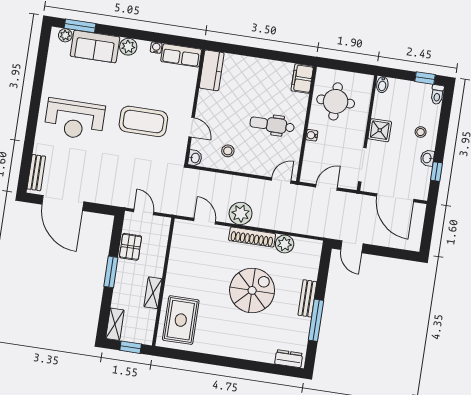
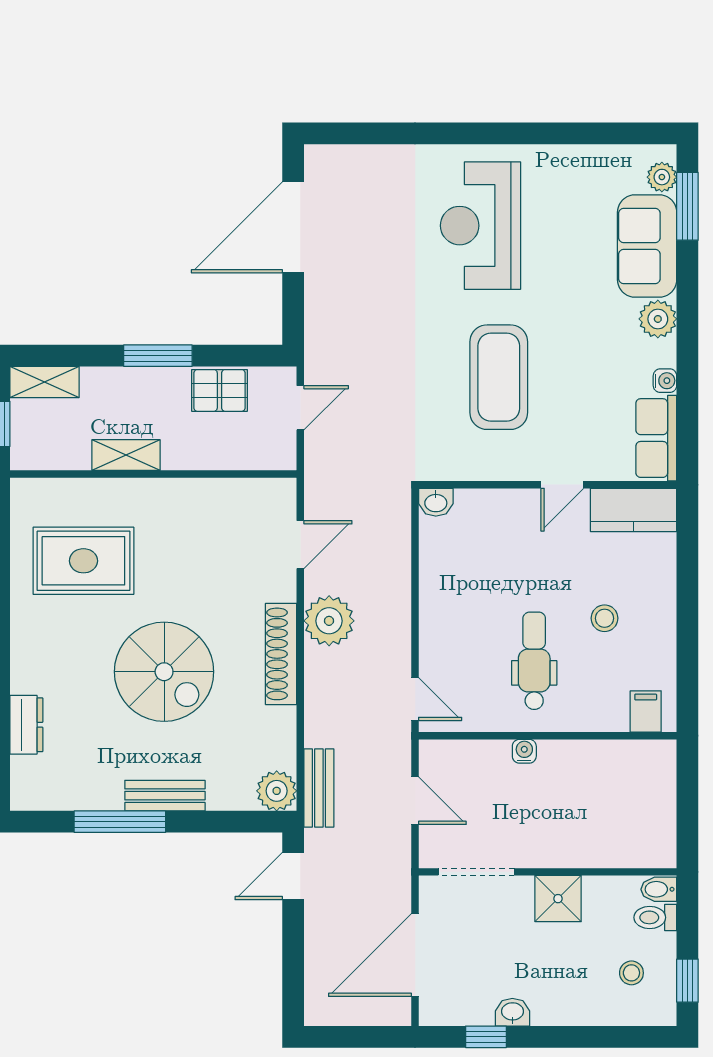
filing cabinet: (302, 79) -> (646, 711), width x0.50
toilet: (437, 95) -> (655, 917), moved
round table: (336, 101) -> (606, 792), removed
door: (192, 127) -> (562, 485), moved
stool: (421, 132) -> (631, 973), moved
stool: (228, 151) -> (605, 618), moved
bench: (36, 173) -> (319, 788), moved, turned 90
plant: (285, 244) -> (277, 791), moved
rug: (181, 320) -> (83, 561), moved
dresser: (289, 359) -> (26, 725), moved

